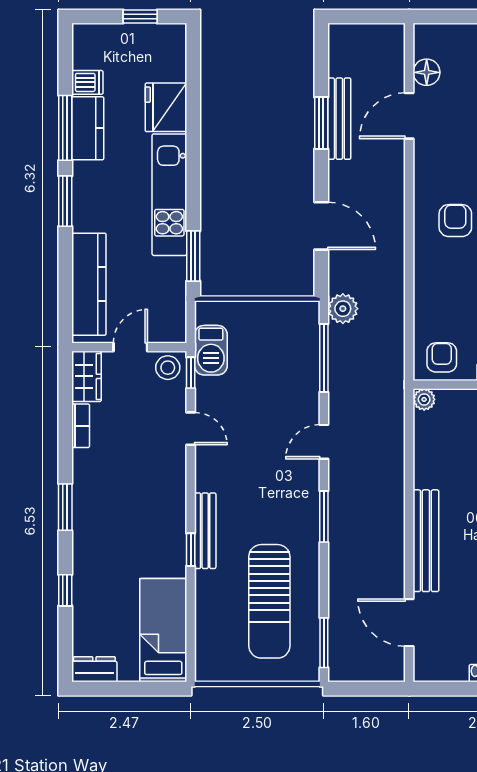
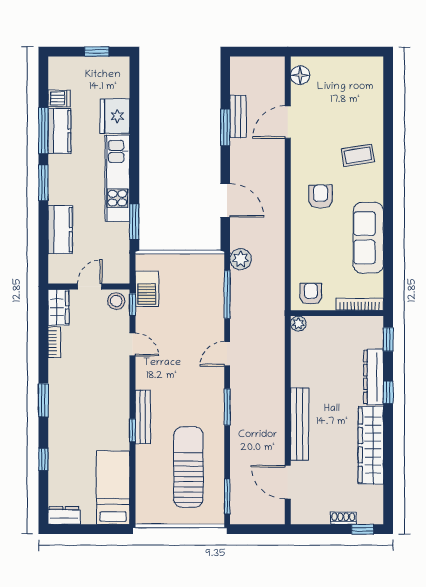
floor lamp: (427, 72) -> (300, 75), moved
bench: (339, 119) -> (238, 116), width x0.73
kitchen counter: (89, 284) -> (60, 230), width x0.67
sun lounger: (269, 601) -> (188, 467), turned 180

